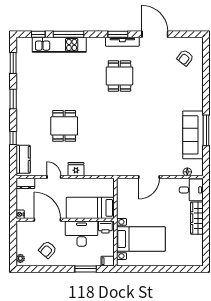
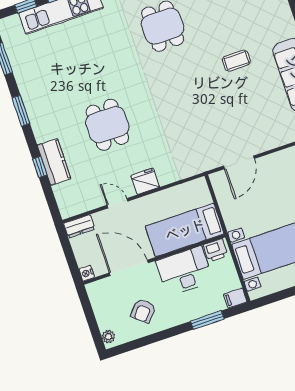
coffee table: (158, 113) -> (236, 61), added
kitchen counter: (23, 159) -> (54, 162), moved
door: (149, 177) -> (239, 162), moved

